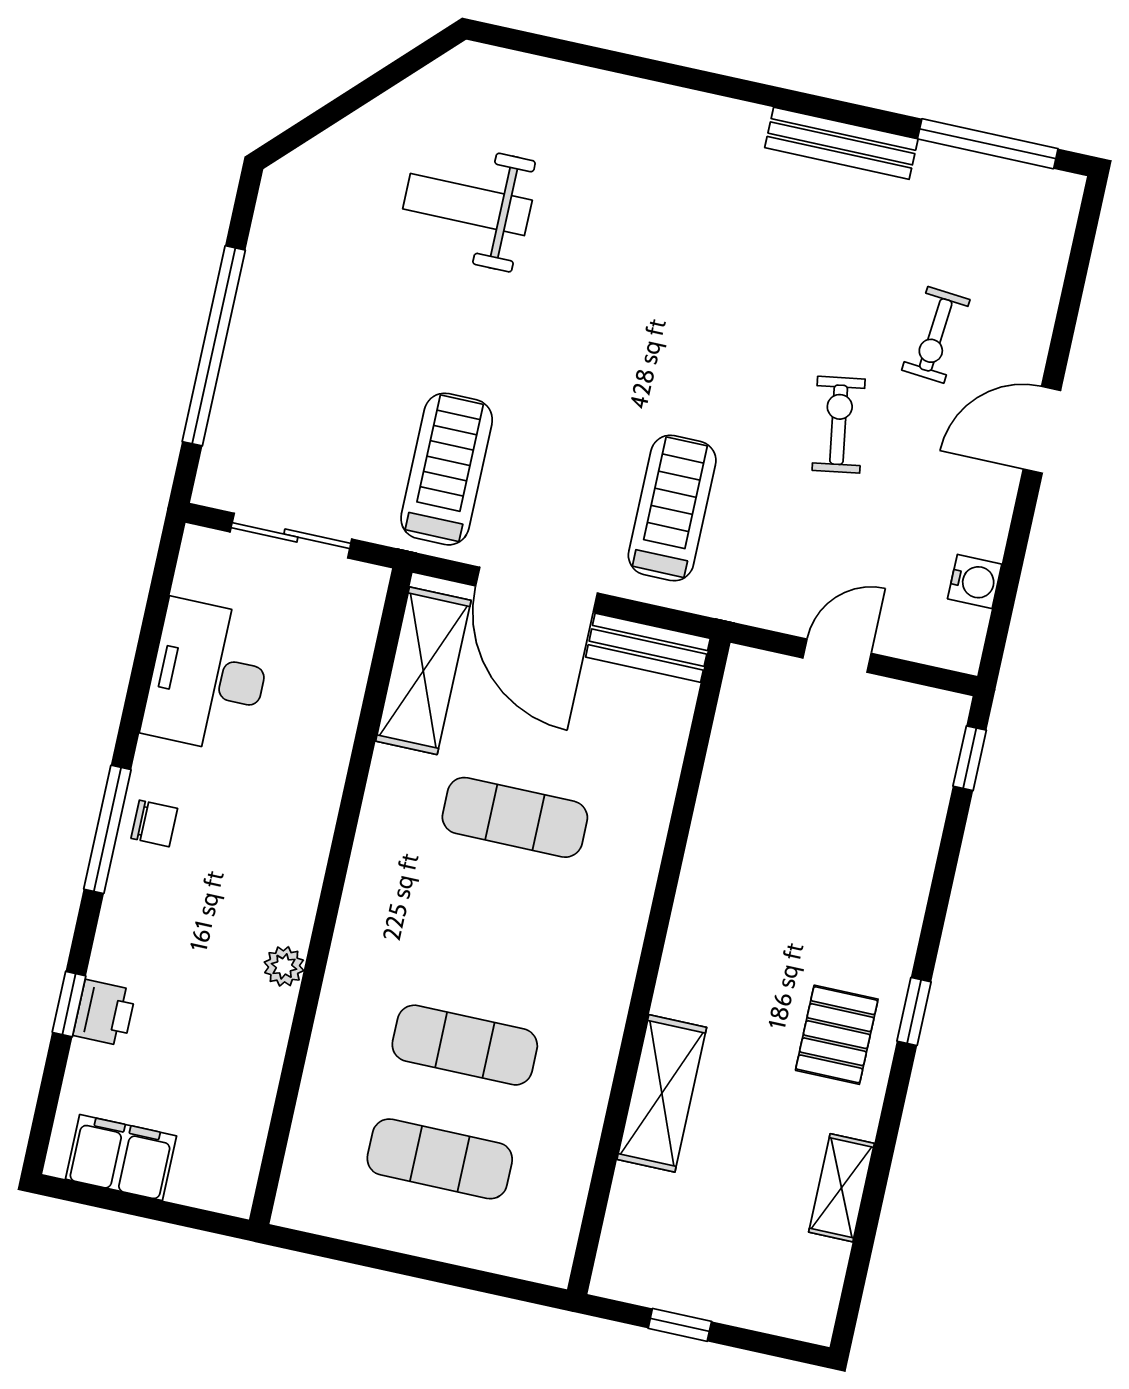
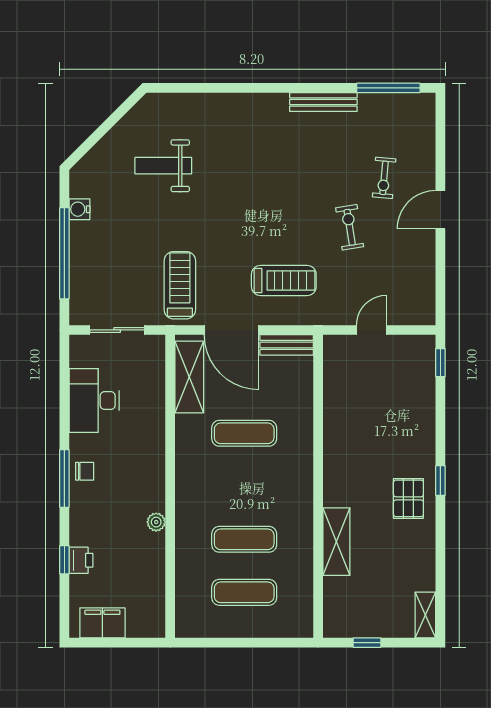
treadmill: (672, 508) -> (284, 281), turned 90
water cooler: (975, 581) -> (79, 209), moved, turned 180
shelving: (841, 1188) -> (425, 615), moved

